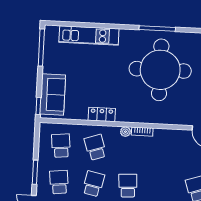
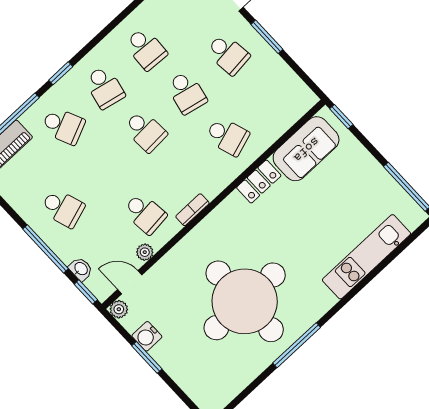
sofa: (53, 95) -> (306, 149), moved, turned -90
plant: (125, 132) -> (145, 252), moved
school desk: (61, 146) -> (145, 213), moved

